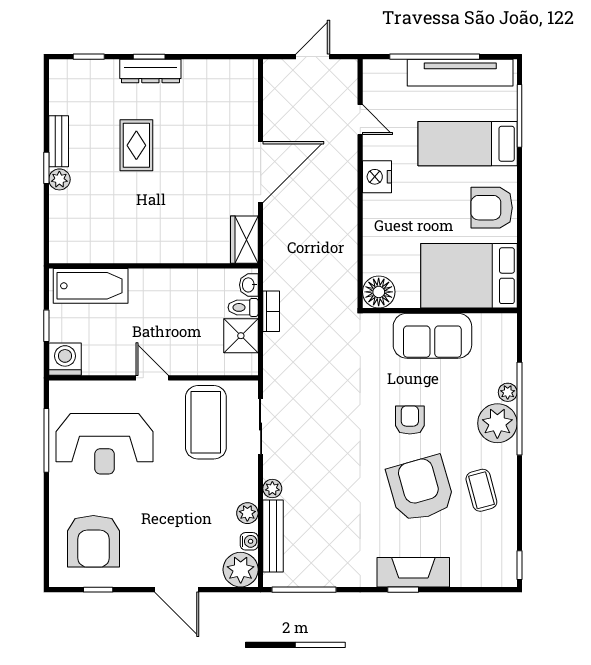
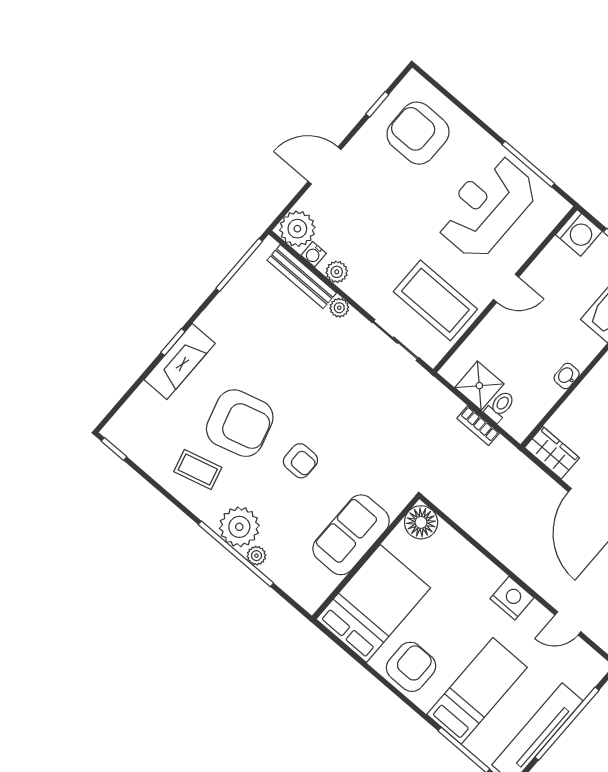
washbasin: (249, 285) -> (567, 376), moved, turned -90

